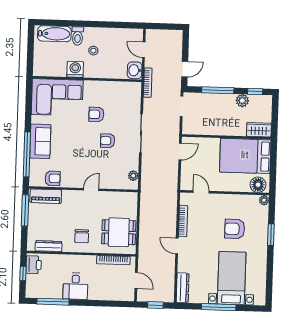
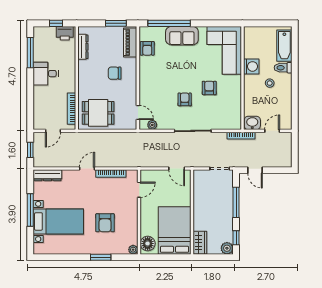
plant: (242, 101) -> (227, 248), moved
door: (91, 189) -> (138, 112), moved
window: (25, 210) -> (116, 23), width x0.69
armchair: (235, 229) -> (105, 223), turned 180
dining table: (119, 232) -> (98, 113), turned 90
chair: (82, 236) -> (115, 73), moved

